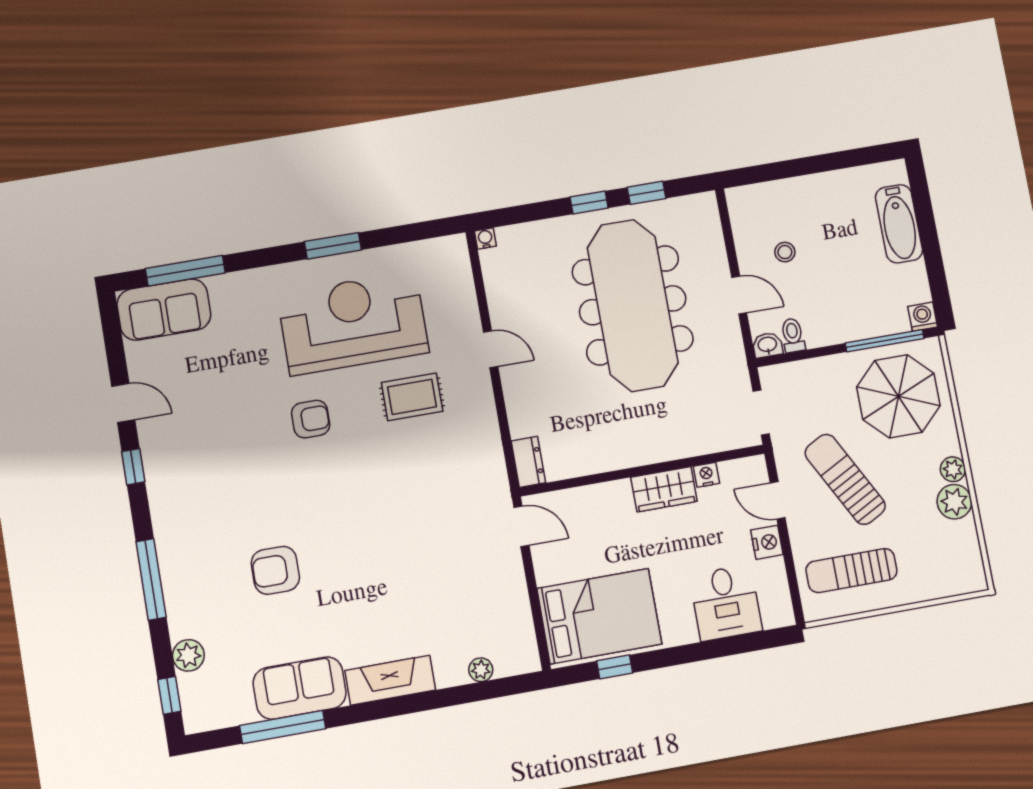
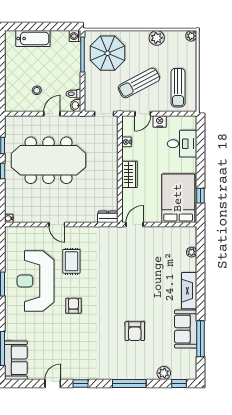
door: (491, 349) -> (57, 224), swing flipped
plant: (953, 469) -> (191, 36), moved
wardrobe: (664, 489) -> (130, 174), moved

